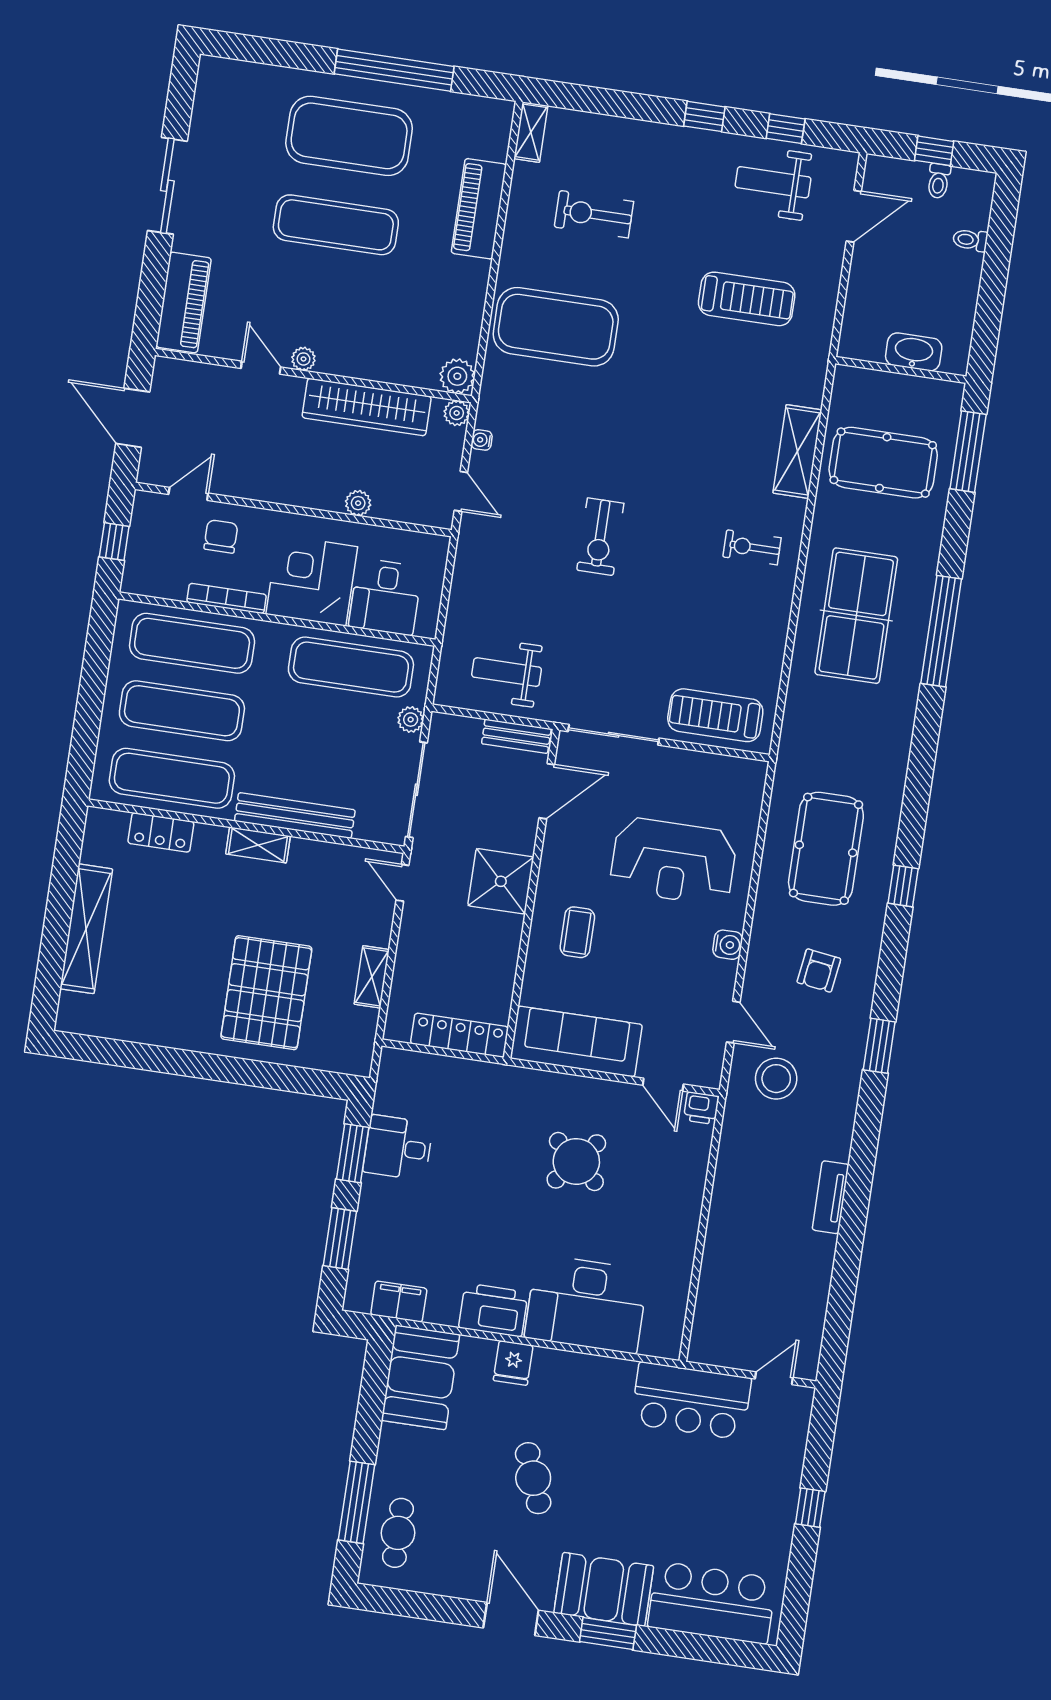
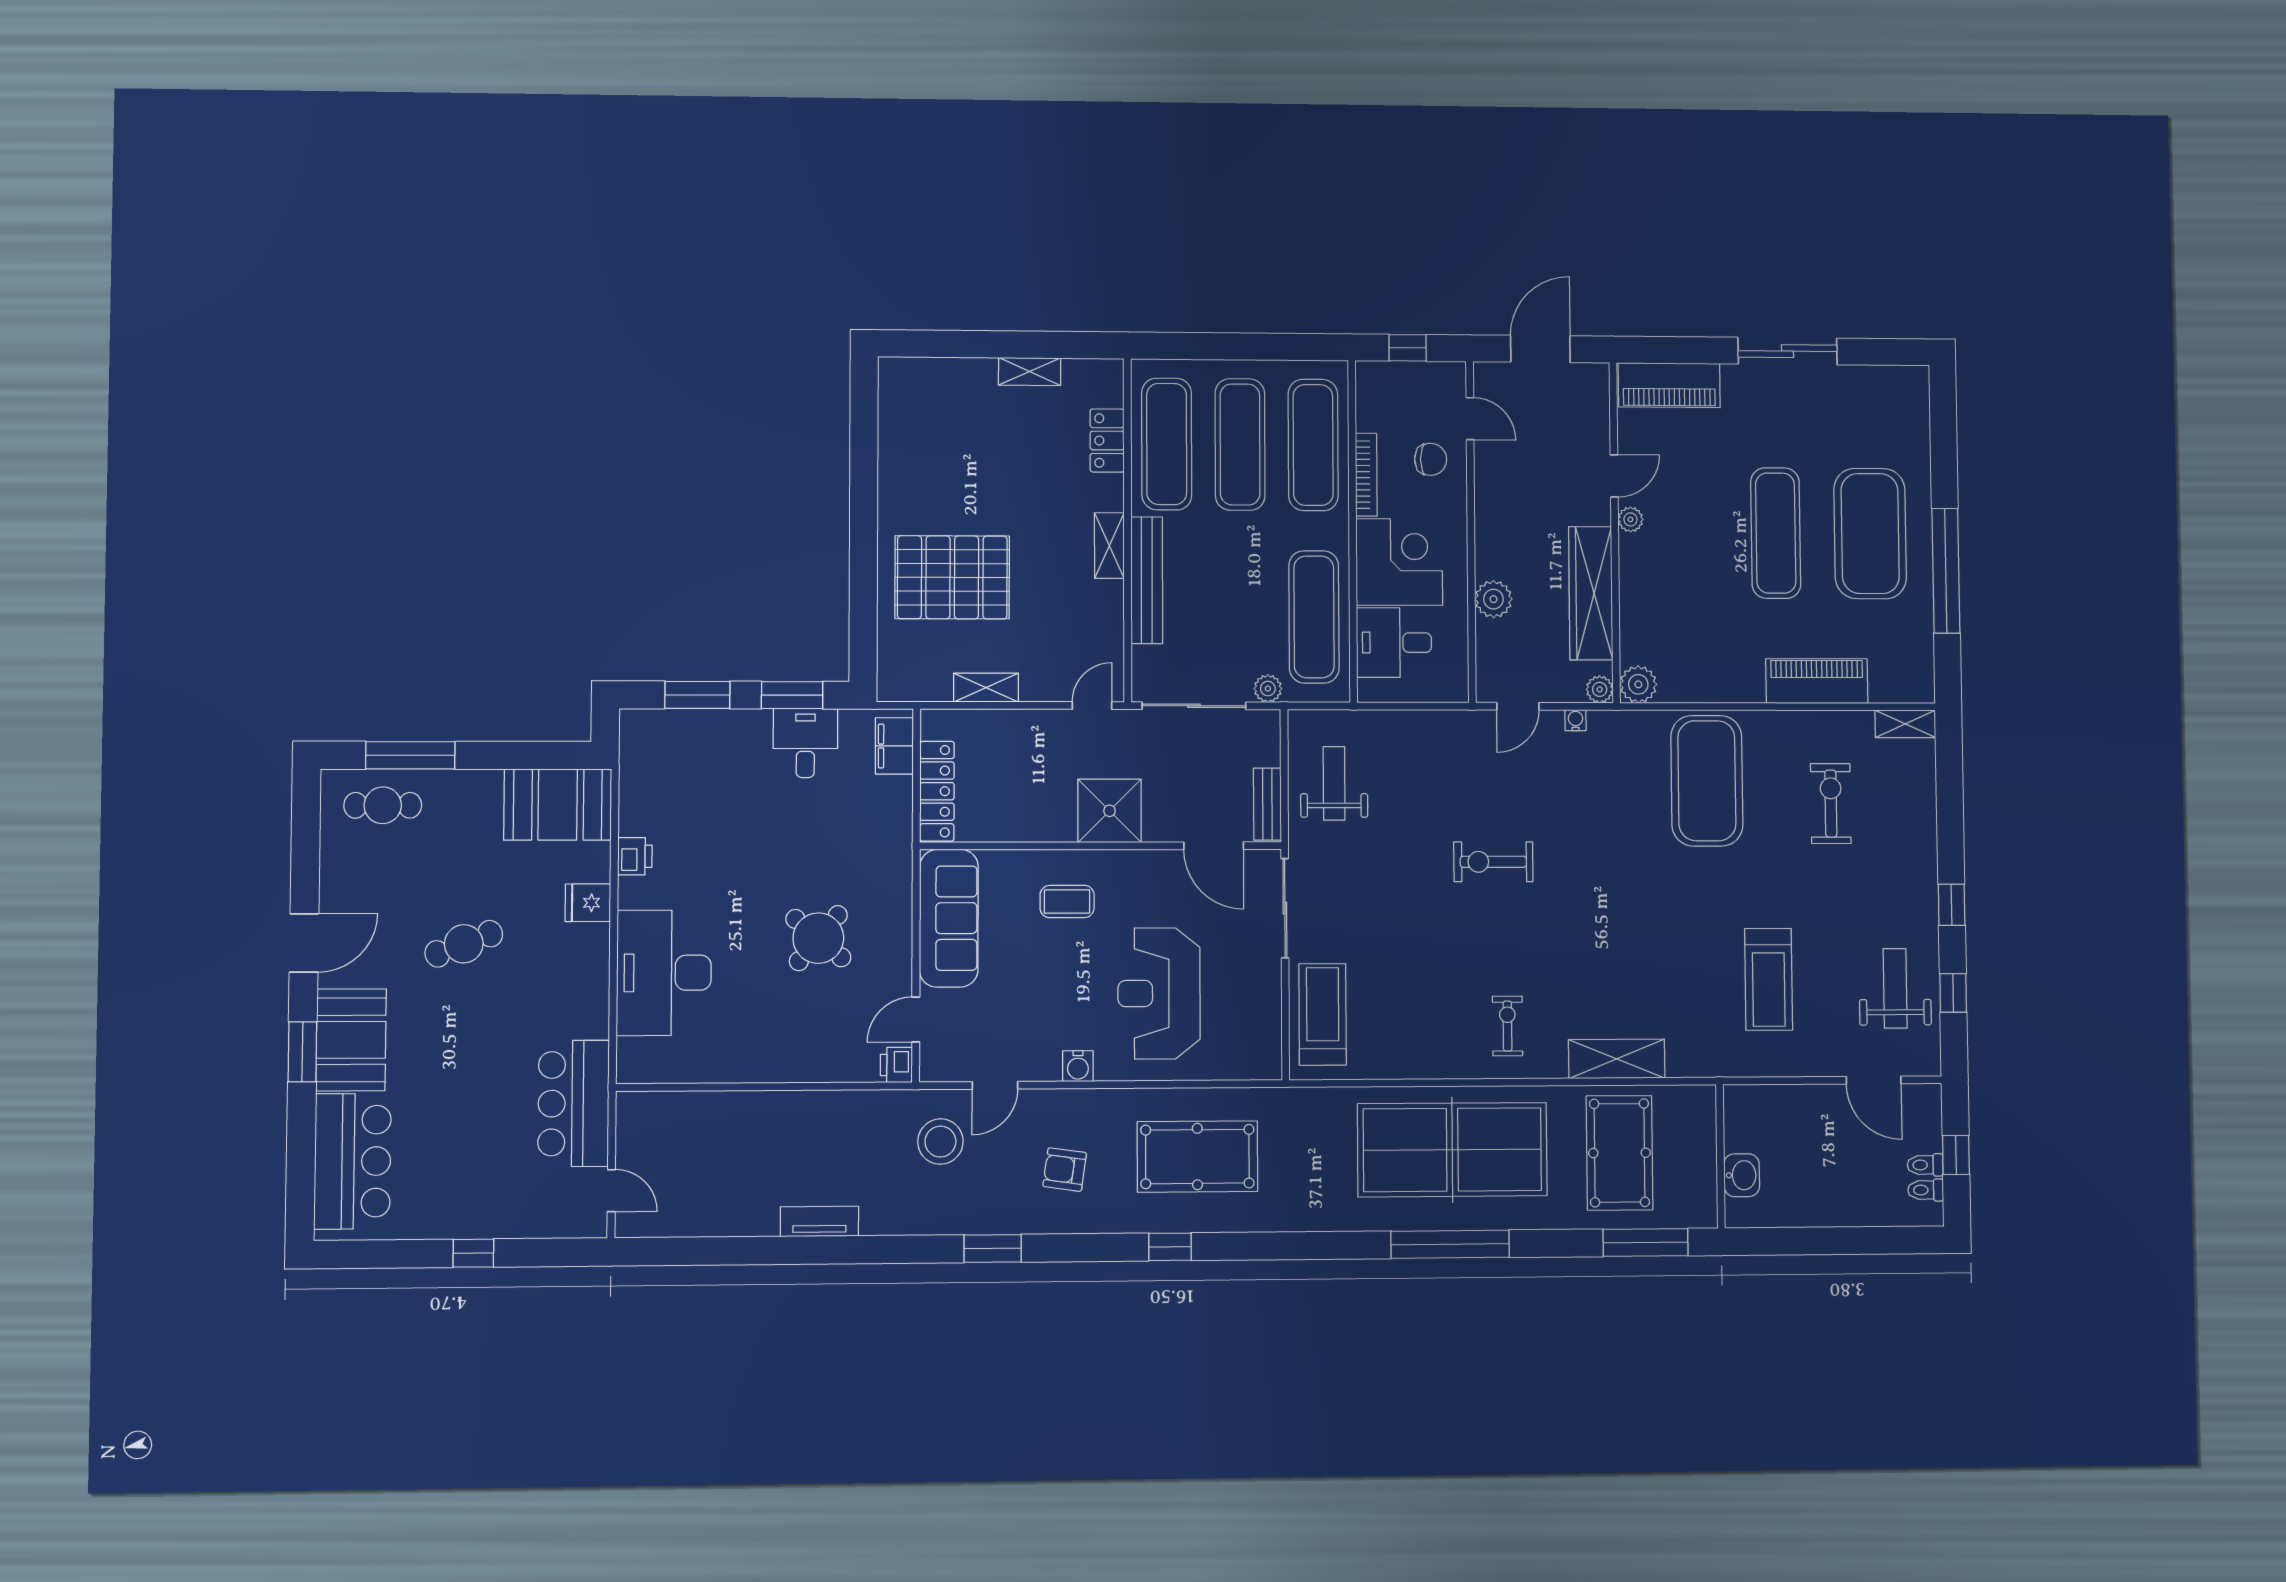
toilet: (970, 240) -> (1926, 1190), moved, turned -90
washbasin: (914, 352) -> (1742, 1175), width x0.72
plant: (358, 503) -> (1493, 599), width x1.38, depth x1.38
table tennis table: (856, 616) -> (1452, 1150), width x1.36, depth x1.32
shelving: (86, 929) -> (1030, 372), width x0.45, depth x0.75
filing cabinet: (399, 1302) -> (894, 746), moved, turned 180
printer: (493, 1310) -> (635, 856), width x0.53, depth x0.68

